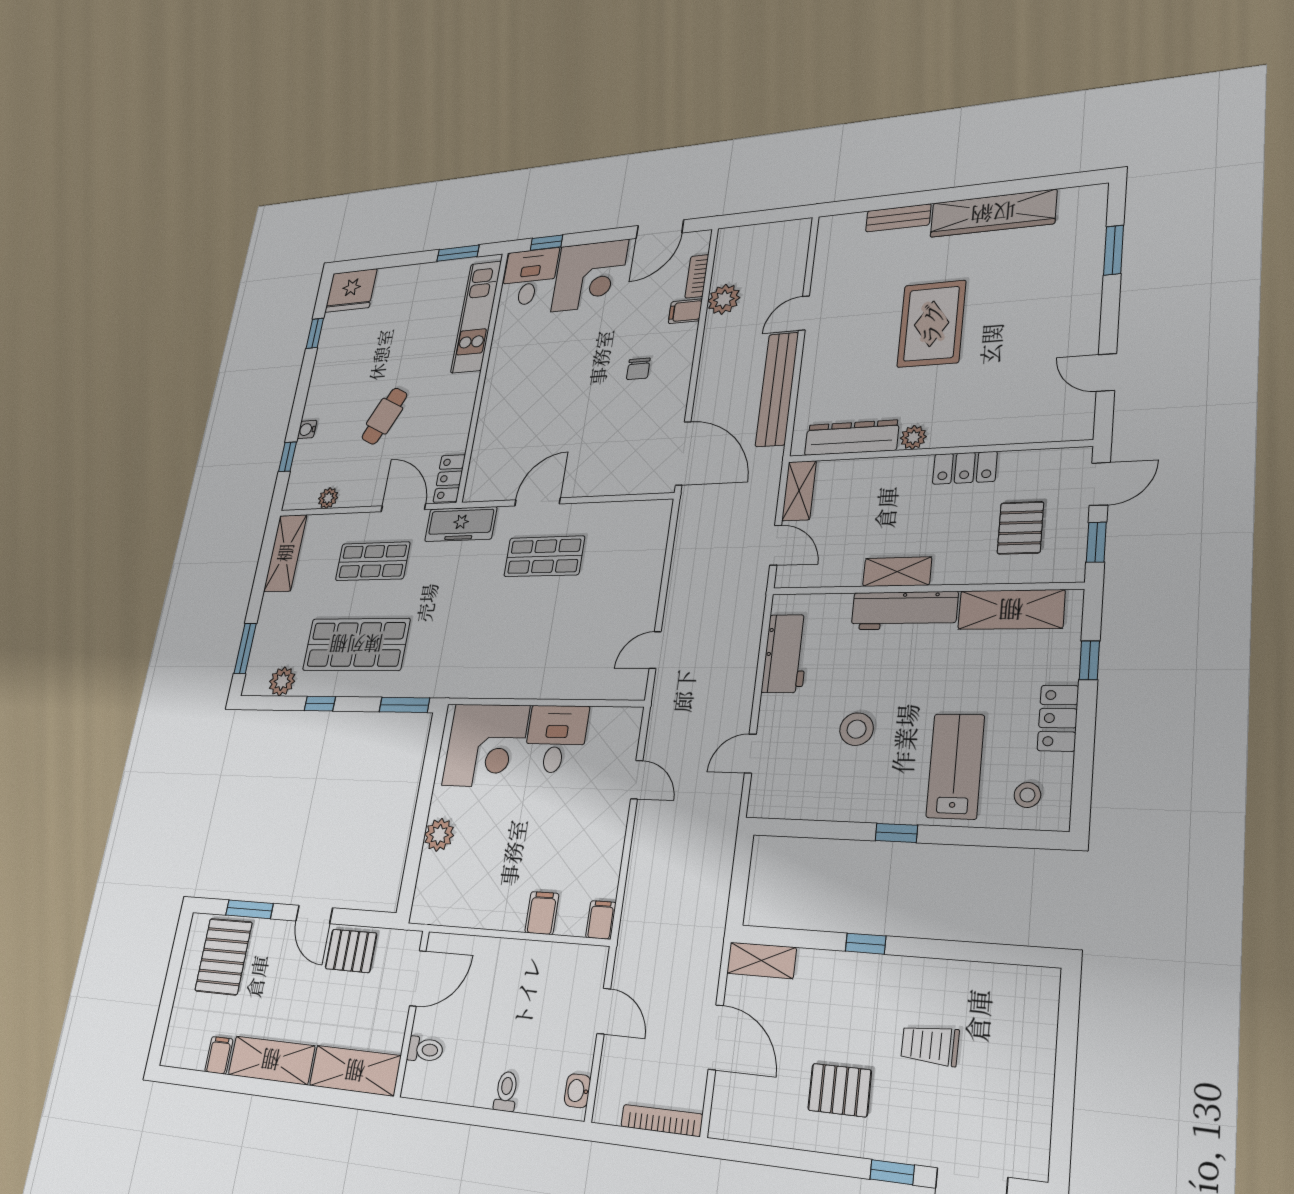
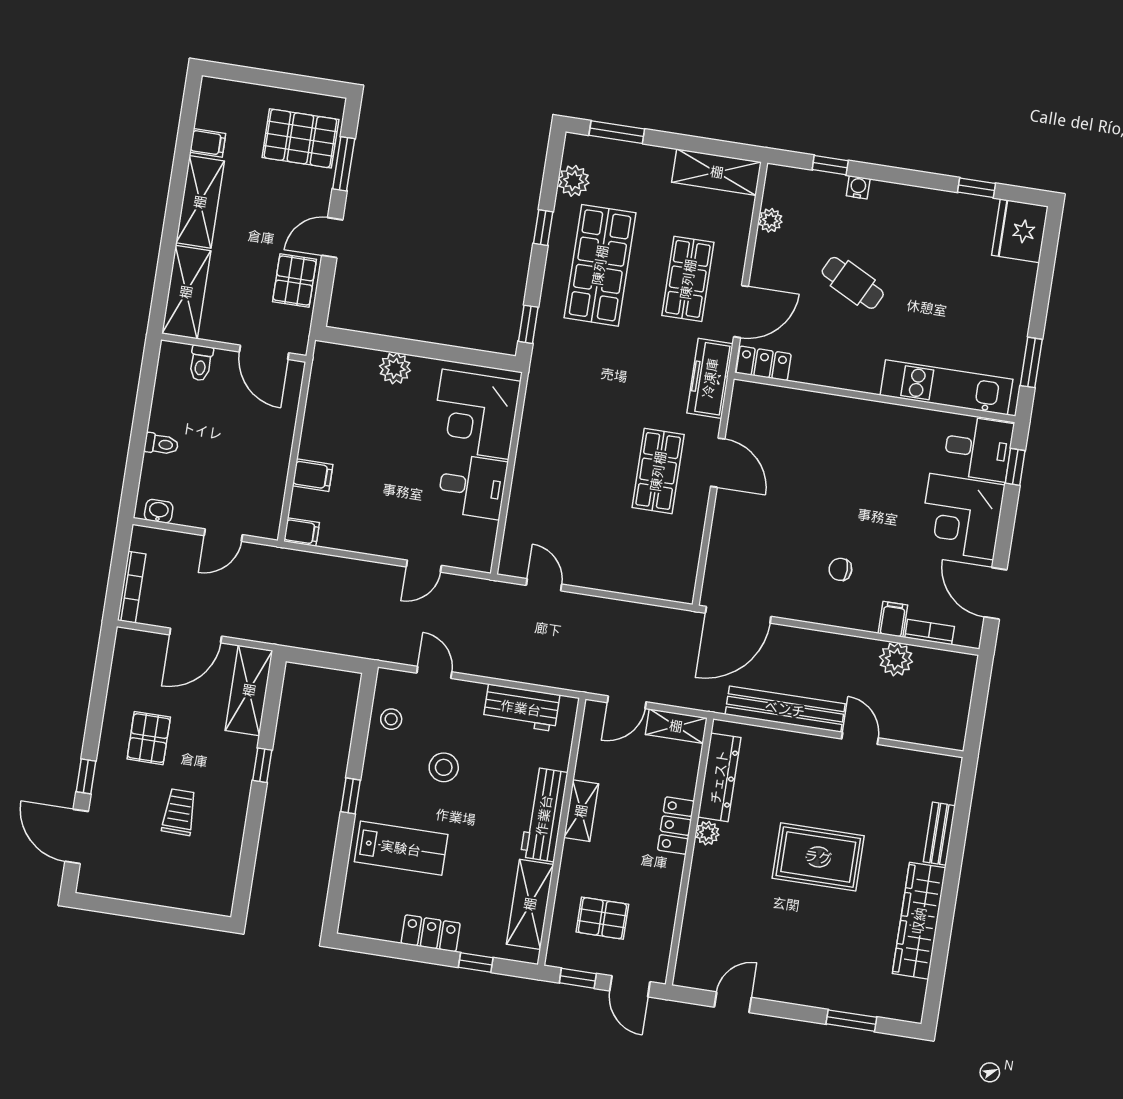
locker: (965, 468) -> (676, 826), moved
window: (404, 705) -> (528, 324), width x0.67
stool: (1027, 795) -> (391, 719), moved
shelving: (762, 960) -> (249, 690), width x1.50, depth x1.33

